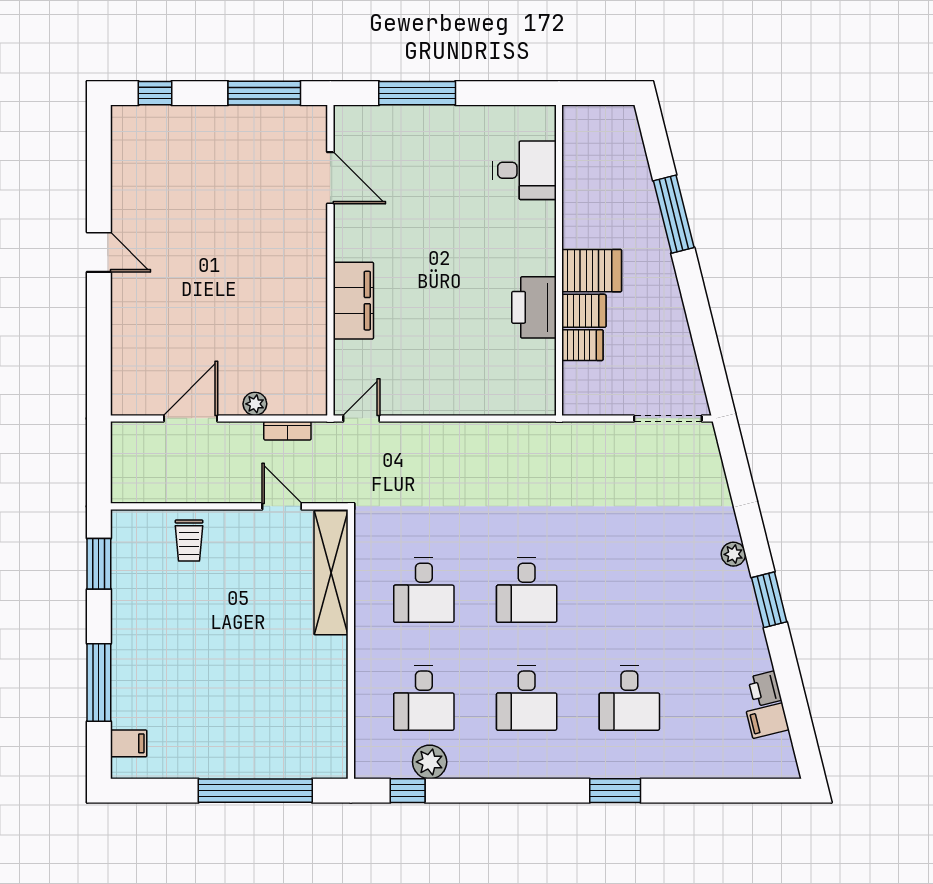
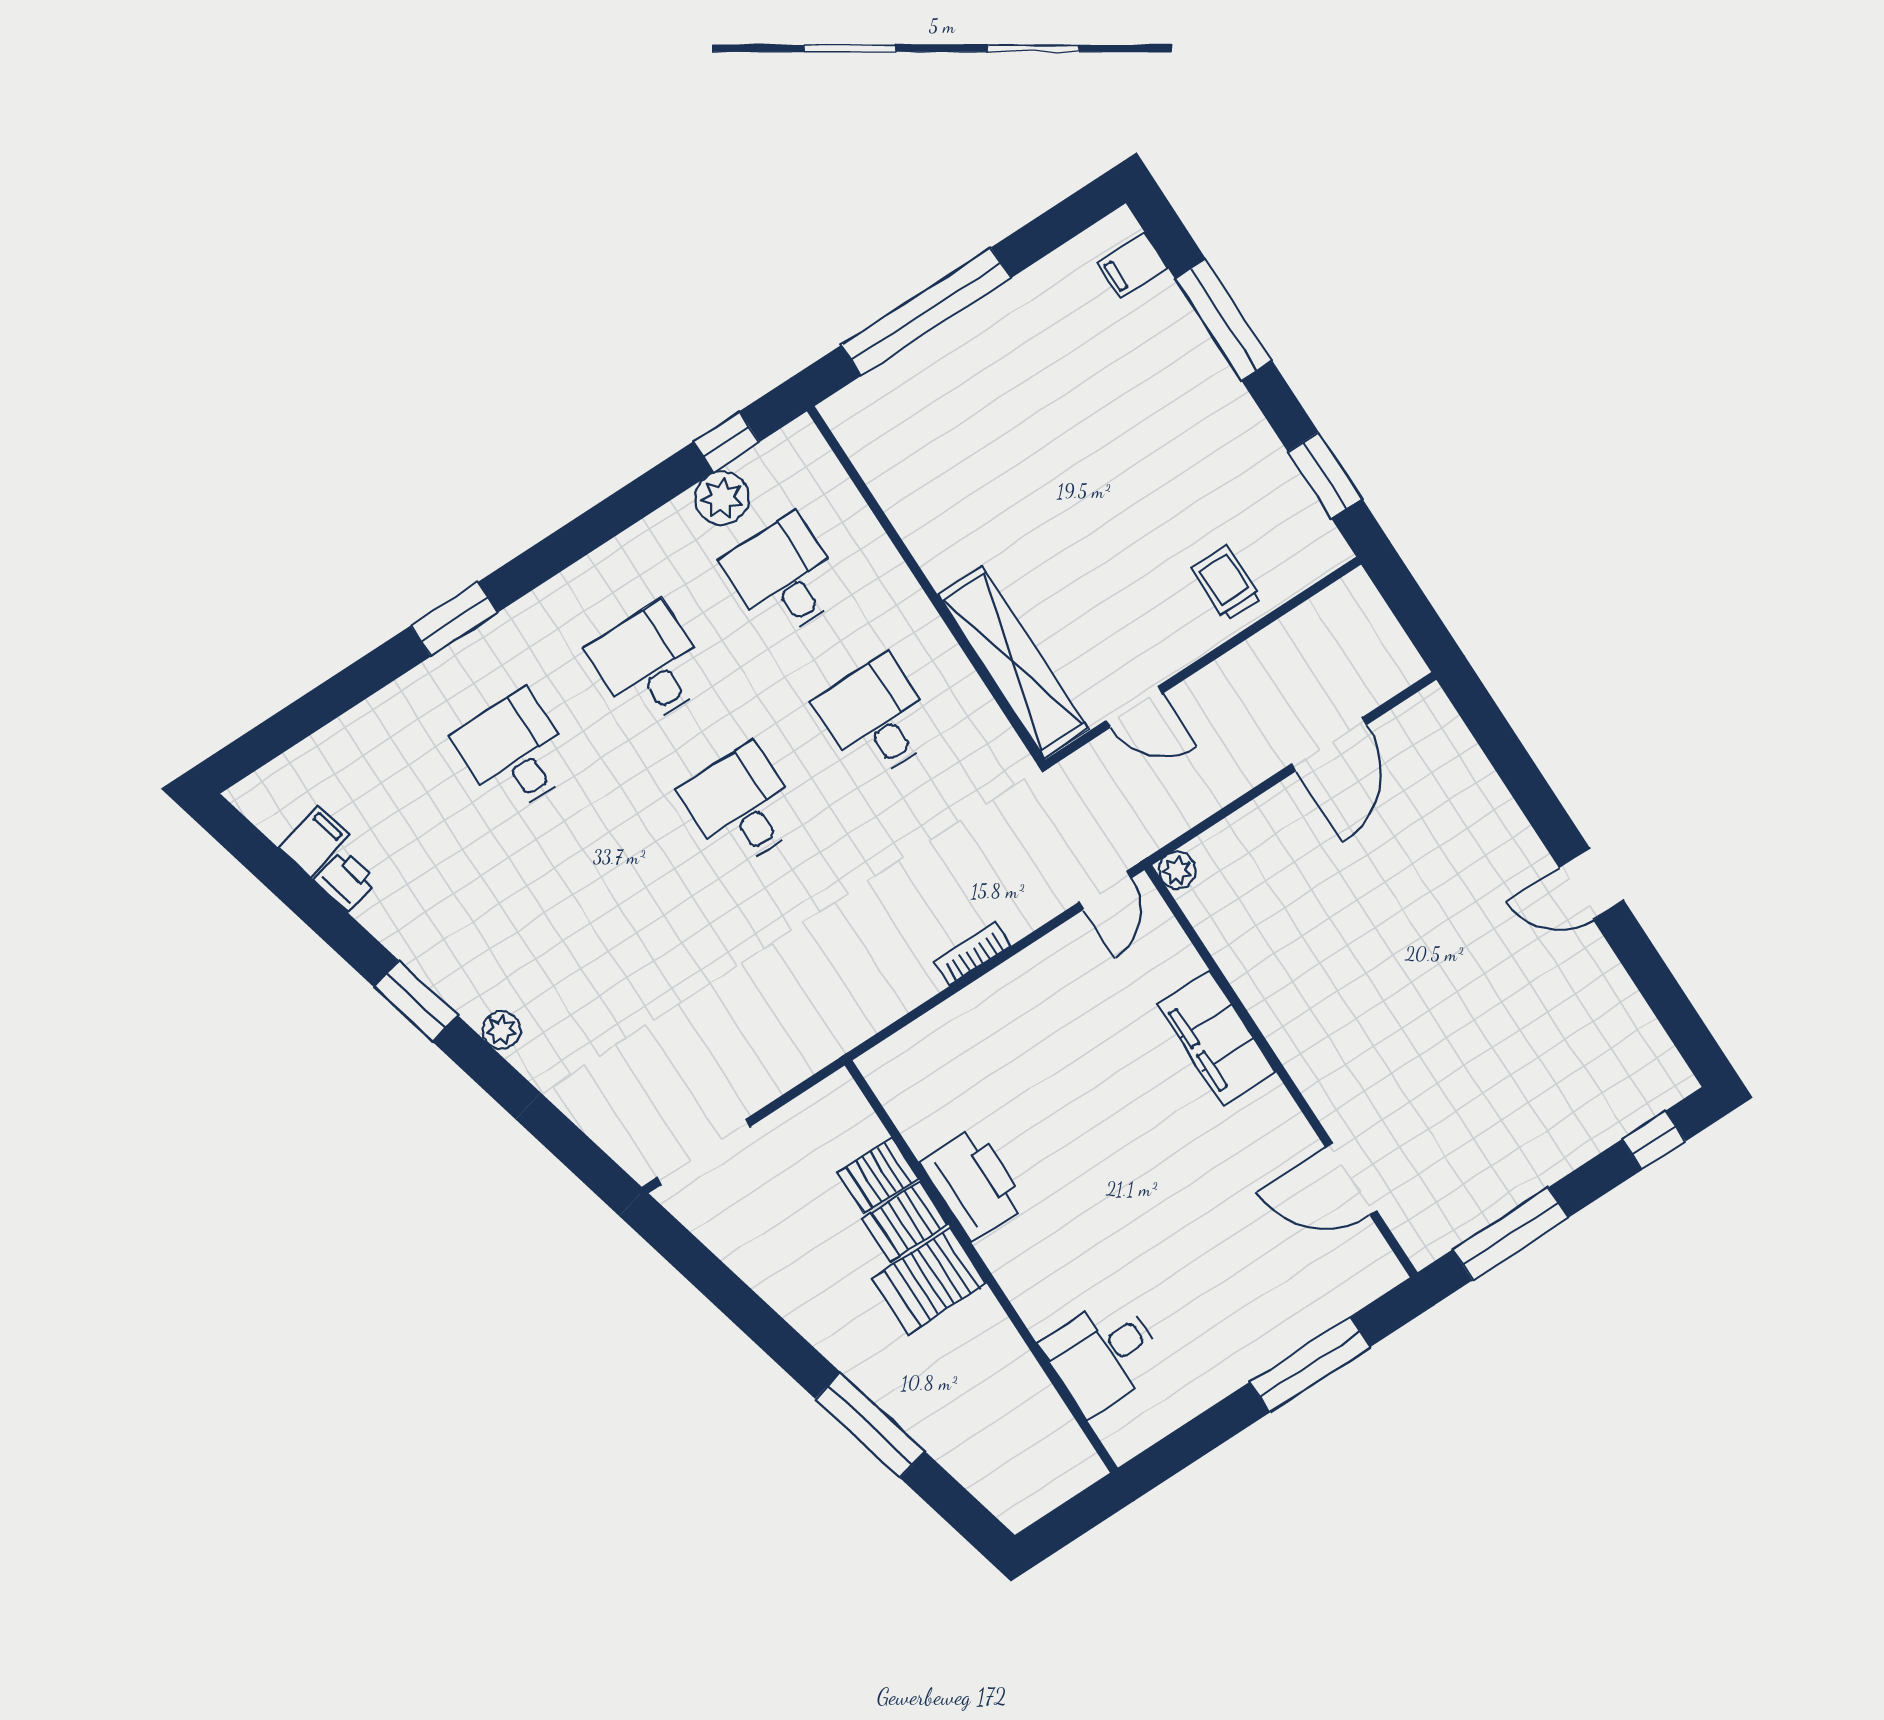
plant: (255, 404) -> (1177, 870), moved
bookcase: (287, 431) -> (972, 954), moved

